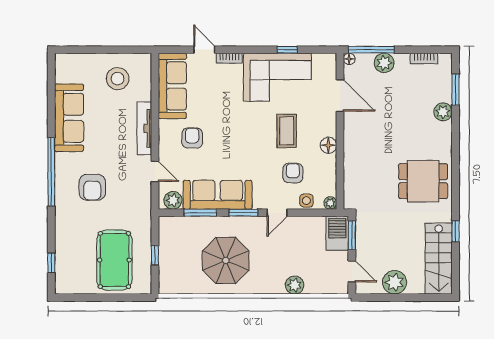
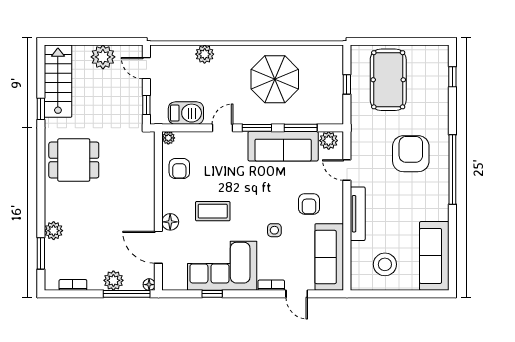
sofa: (69, 118) -> (434, 256), moved
coffee table: (287, 131) -> (213, 211), turned 90
floor lamp: (328, 145) -> (170, 222), moved
armchair: (293, 173) -> (179, 168), moved
armchair: (92, 187) -> (411, 154), width x1.36, depth x1.36
side table: (306, 201) -> (274, 230), moved
barbecue: (337, 233) -> (186, 113), moved, turned -90
window: (352, 235) -> (146, 105), width x0.67

